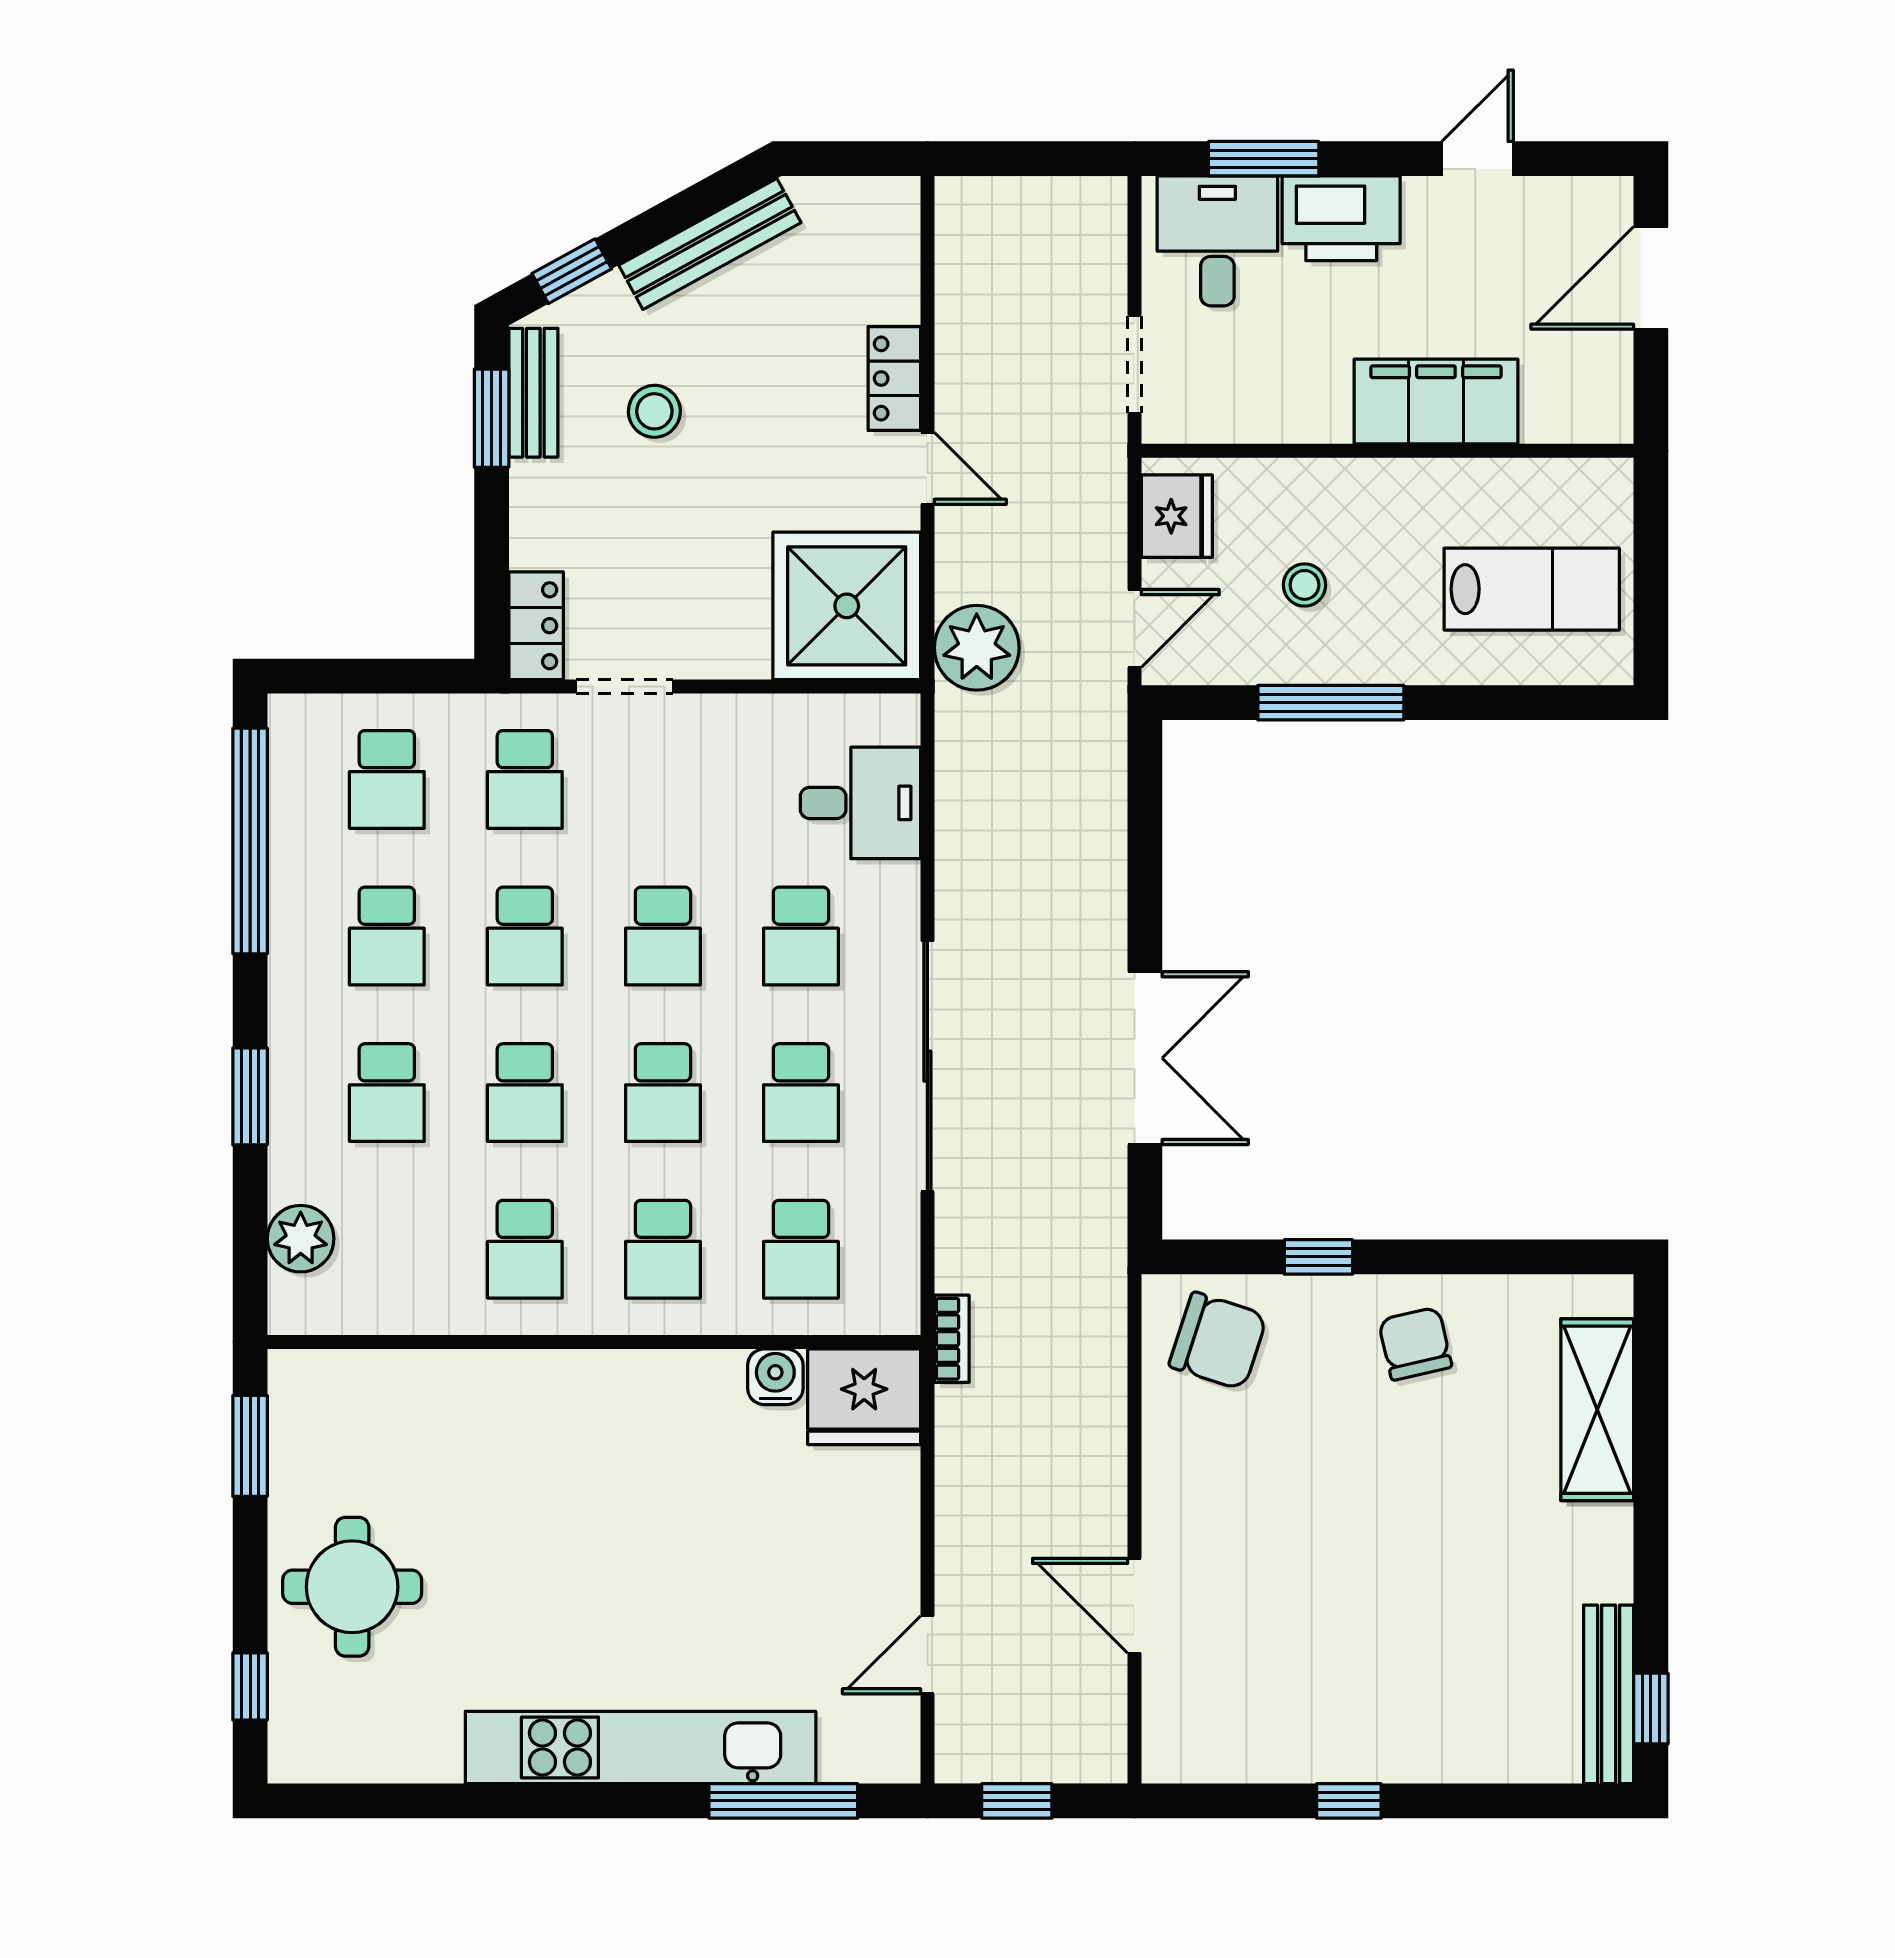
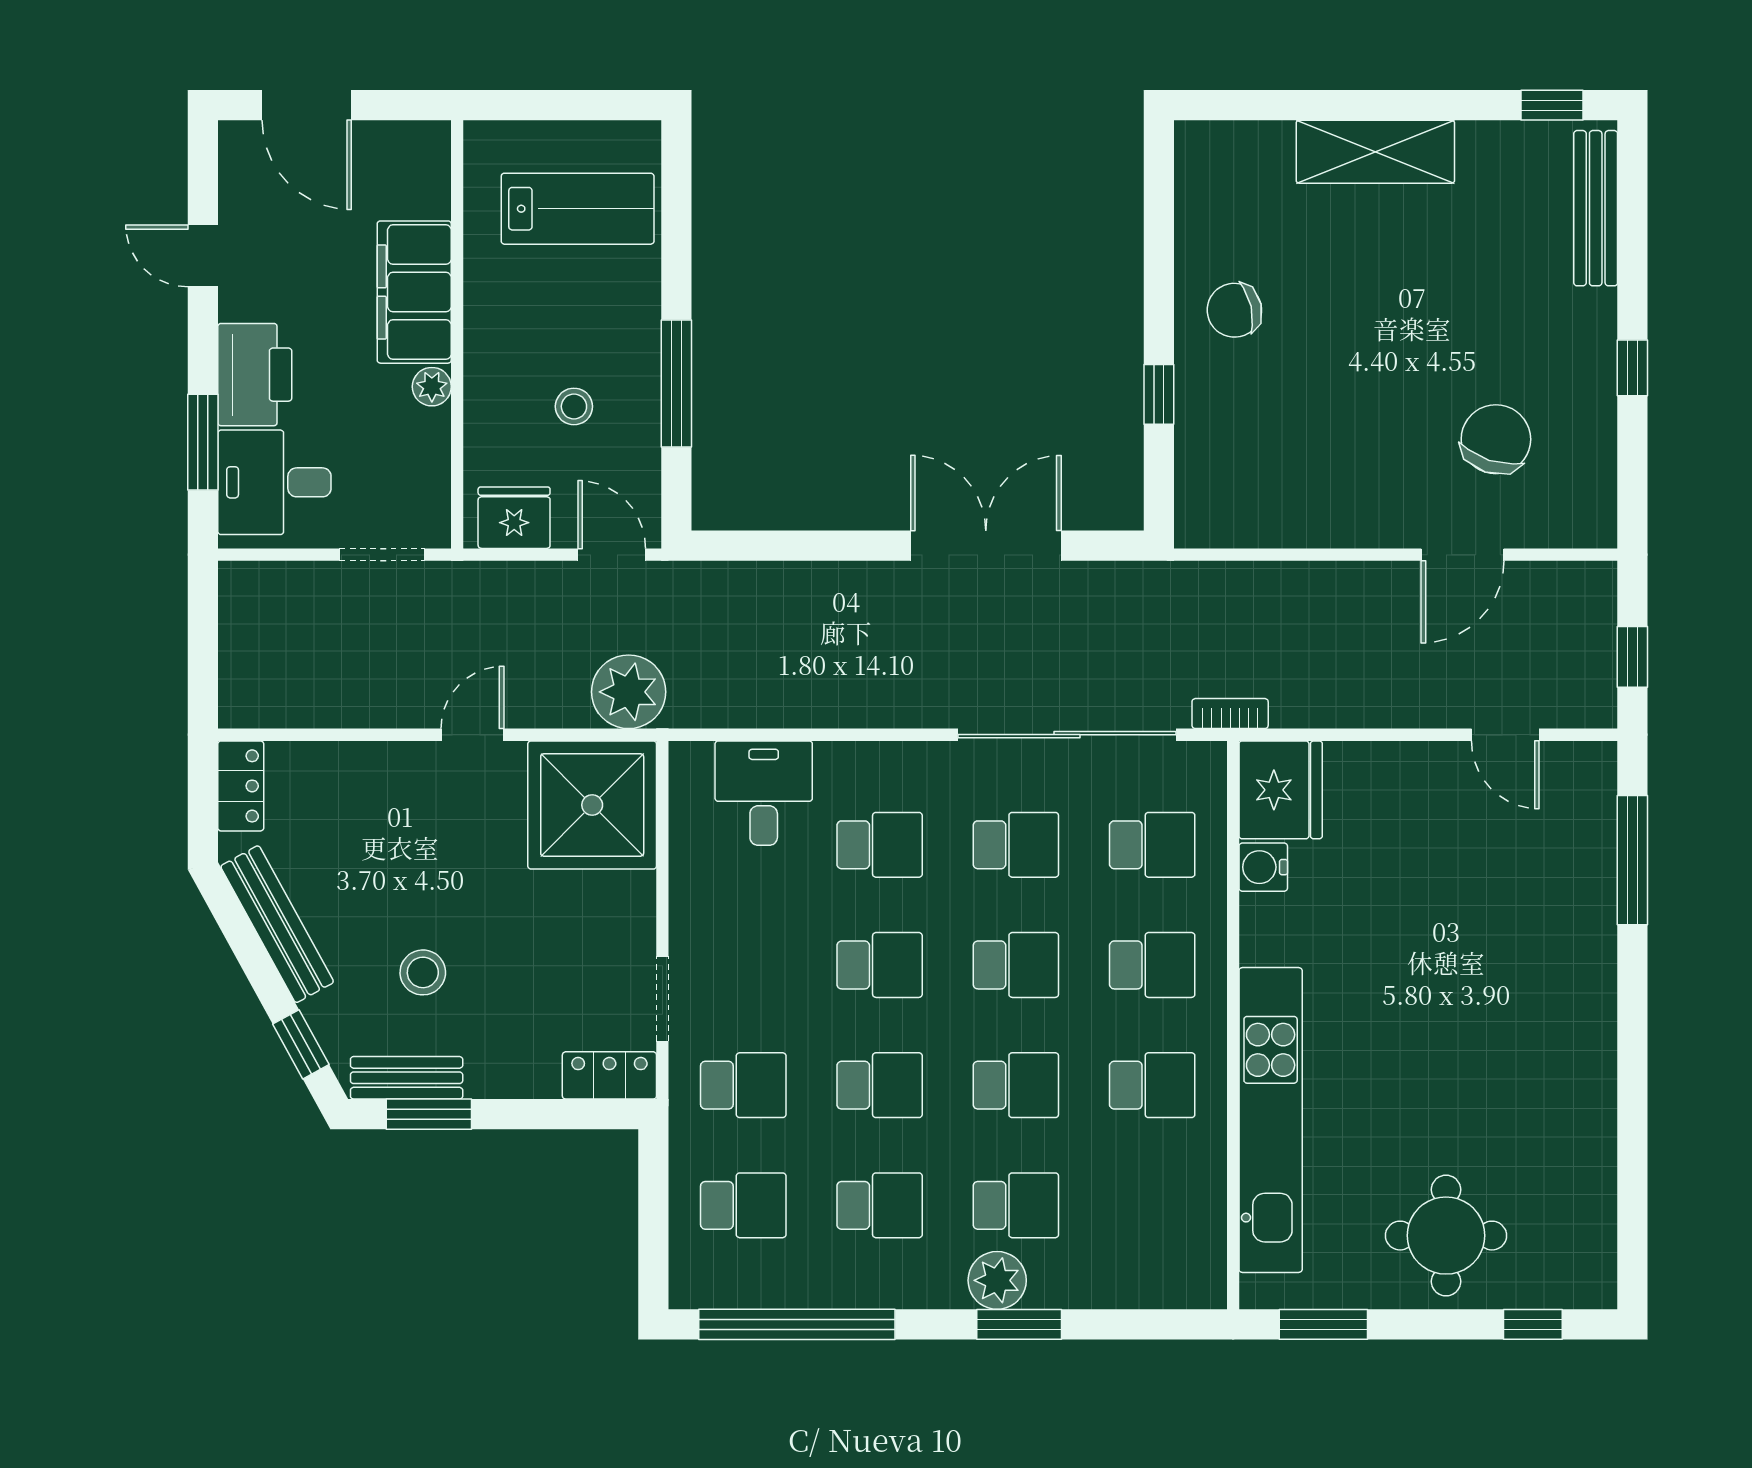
locker: (894, 378) -> (241, 786), moved, turned -90
plant: (1327, 422) -> (432, 387), added
lab bench: (1532, 589) -> (578, 209), turned 90
sliding door: (927, 1066) -> (1067, 735), moved
plant: (301, 1239) -> (997, 1280), moved
chair: (1218, 1341) -> (1496, 439), moved
shelving: (1597, 1410) -> (1375, 152), moved
bench: (1609, 1694) -> (1596, 208), moved, turned 90
kitchen unit: (641, 1747) -> (1271, 1120), moved, turned 180

